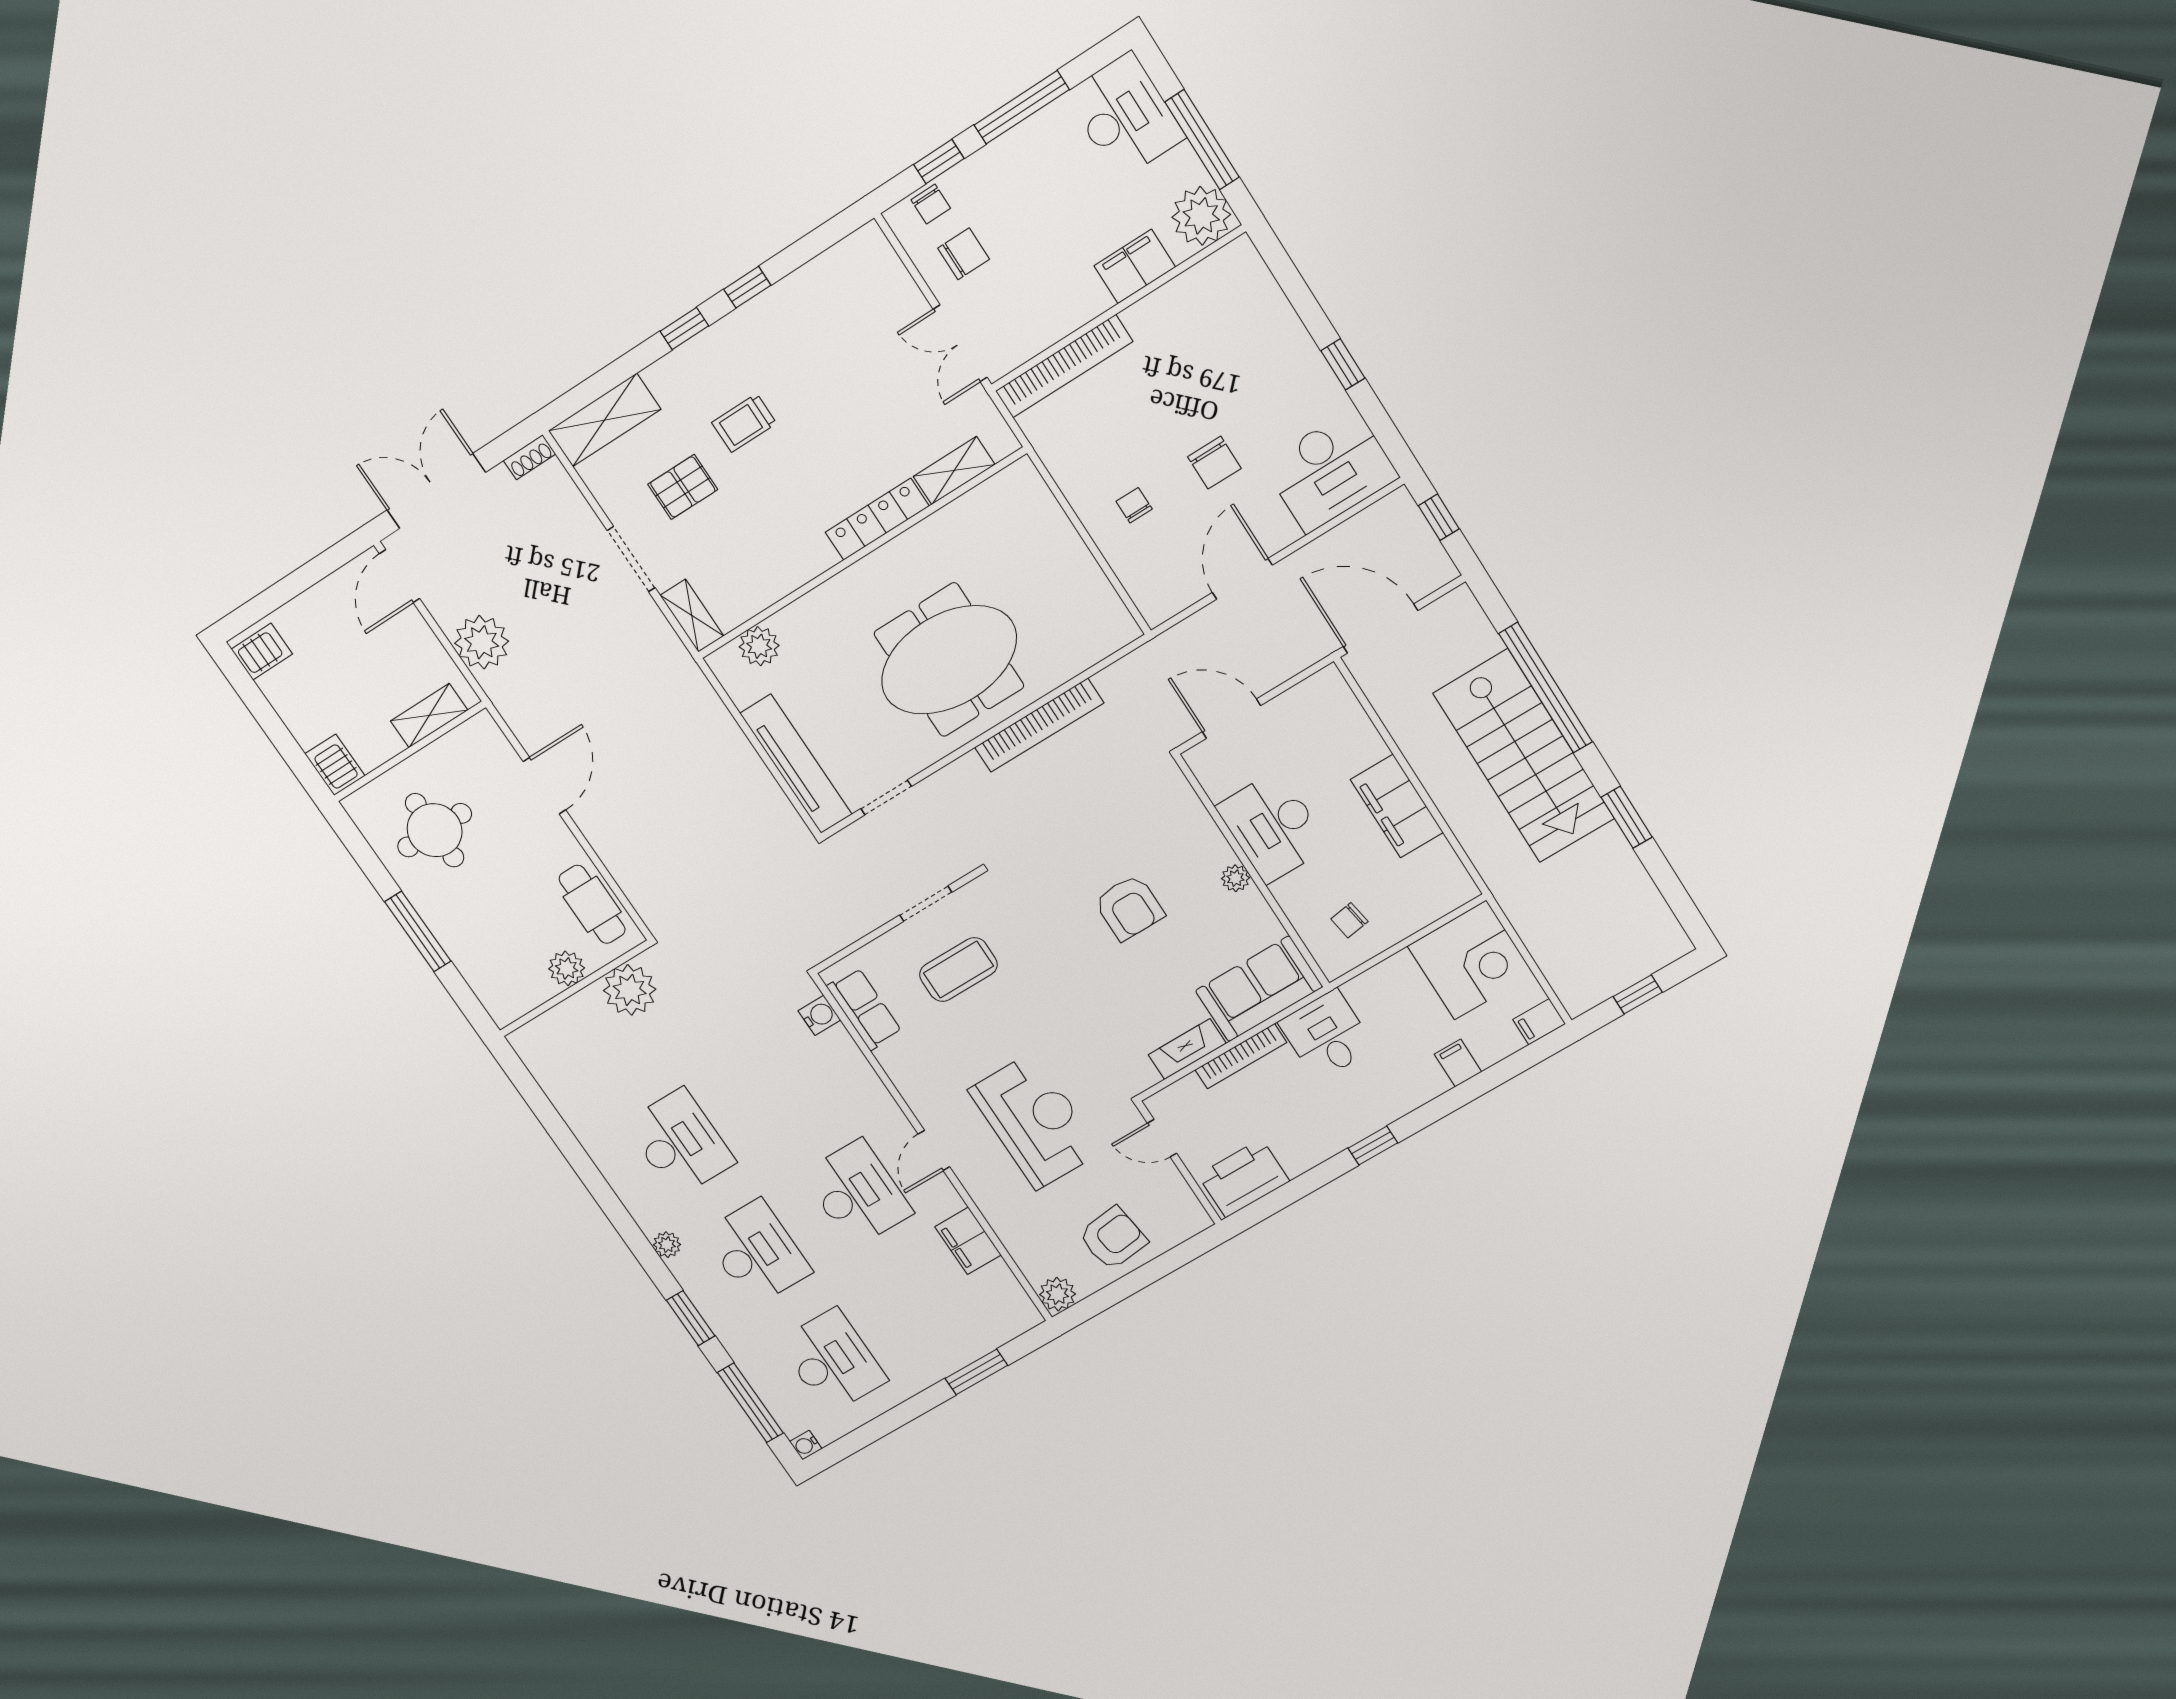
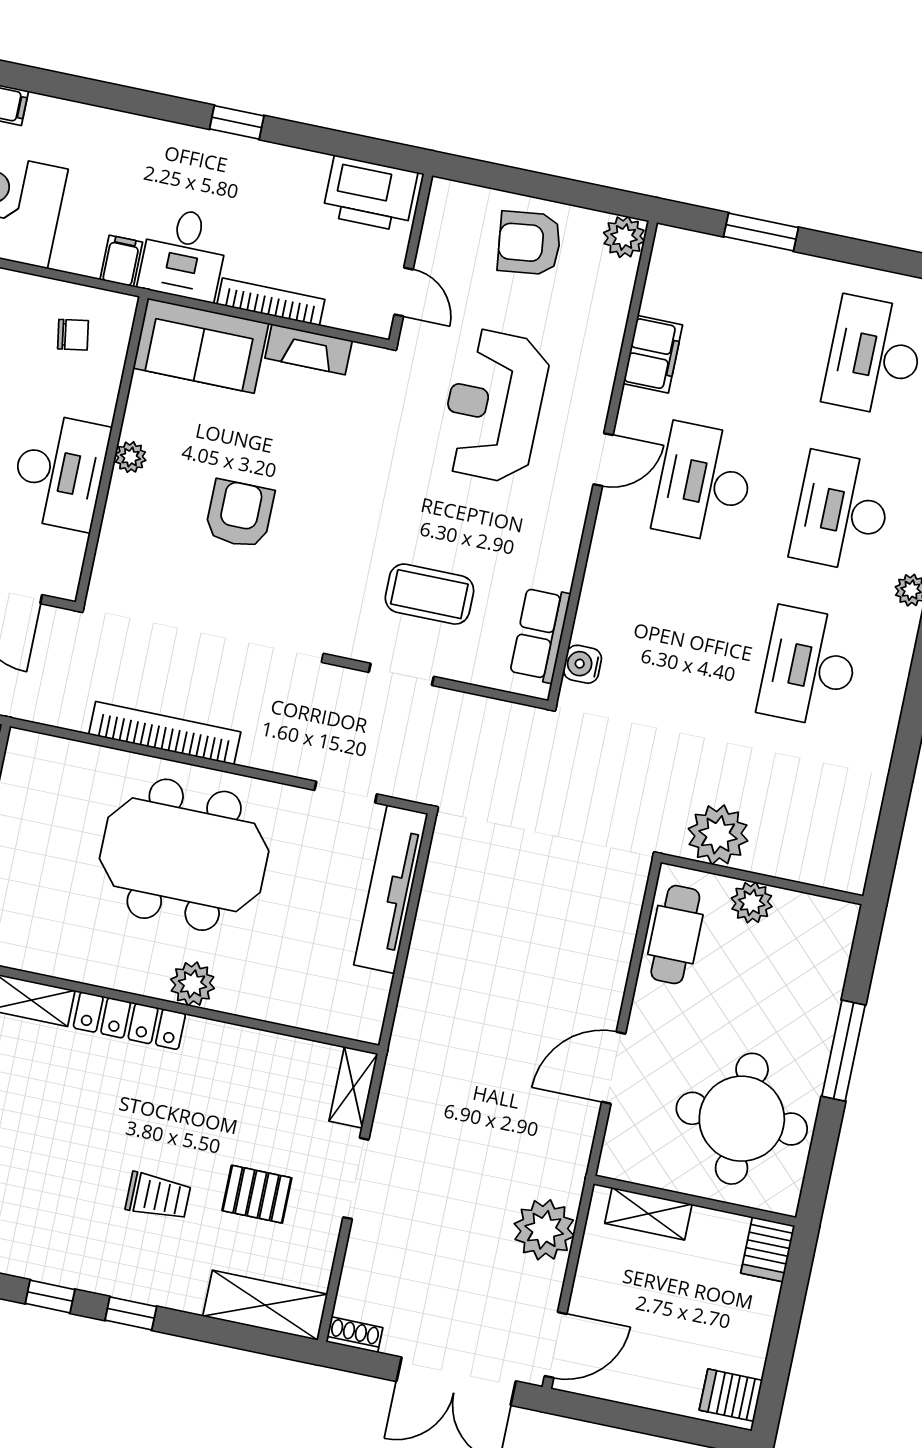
plant: (759, 646) -> (193, 984), moved
round table: (435, 830) -> (742, 1119), width x1.36, depth x1.36
filing cabinet: (1458, 1063) -> (121, 261), moved, turned 180

